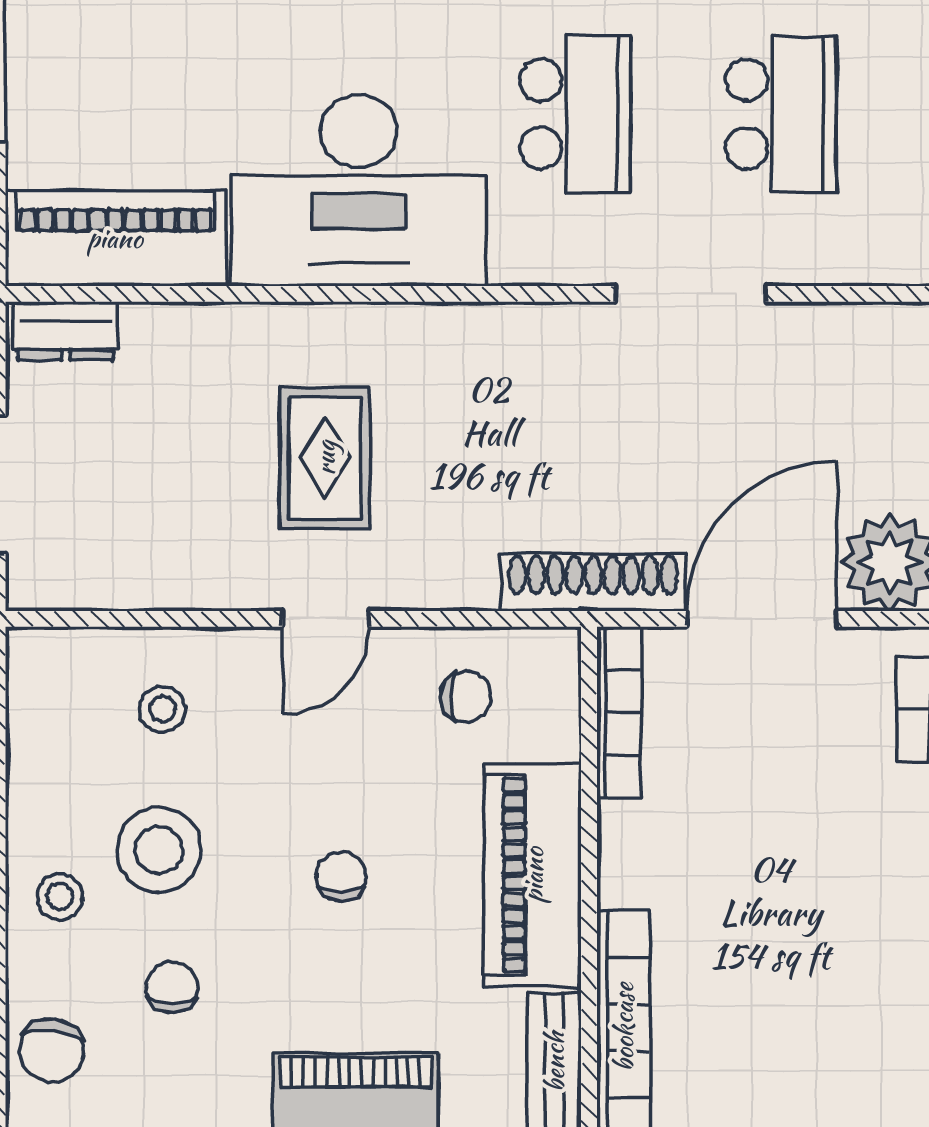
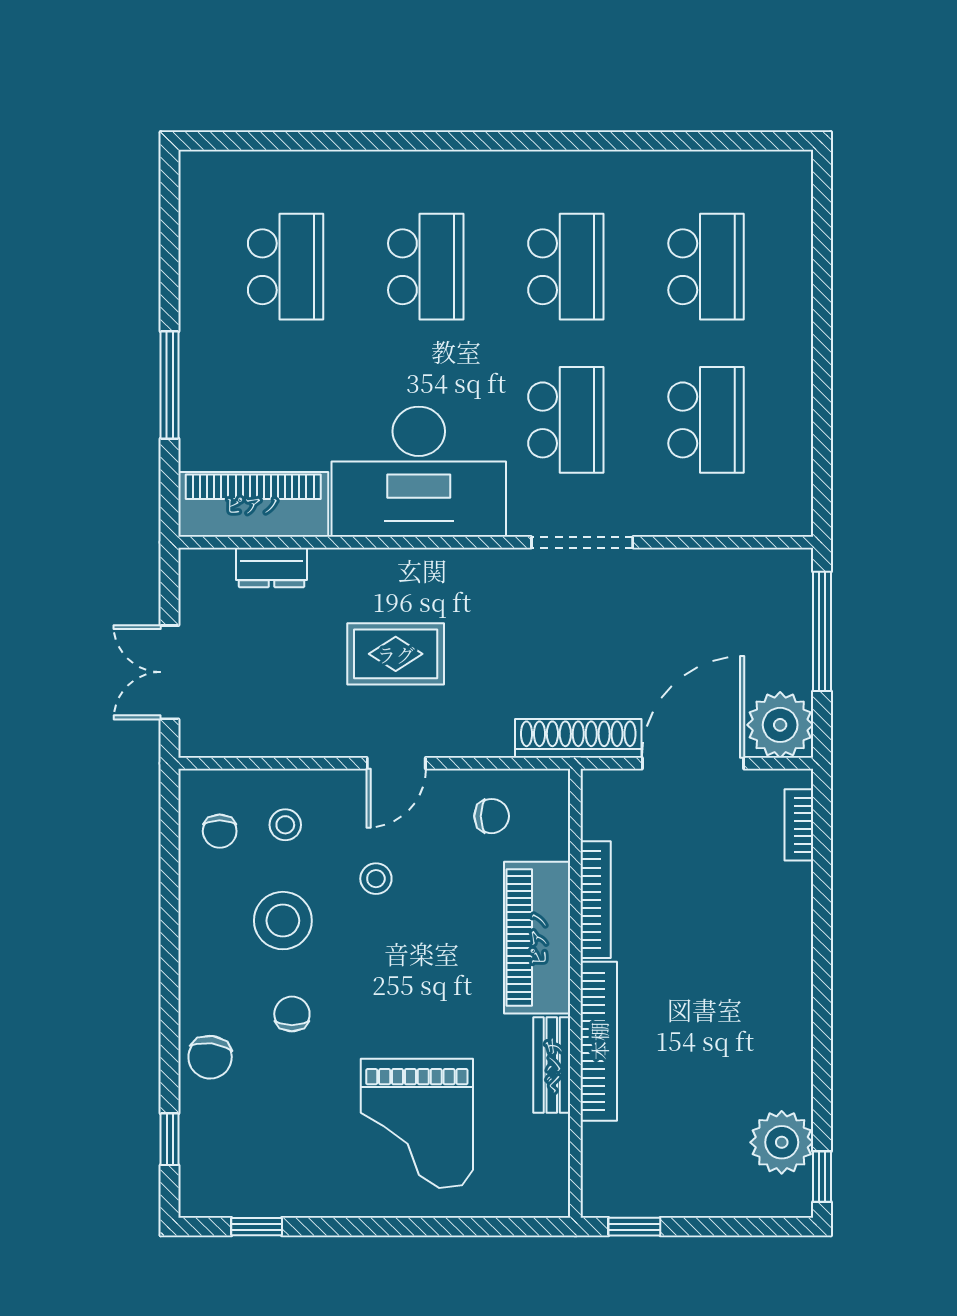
doorway: (690, 294) -> (582, 542), moved
dresser: (65, 331) -> (272, 567), moved
rug: (325, 458) -> (396, 654), turned 90
bookcase: (619, 713) -> (596, 900), moved
chair: (341, 876) -> (220, 831), moved, turned 180
stool: (60, 896) -> (376, 879), moved

